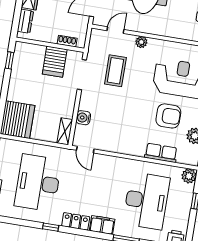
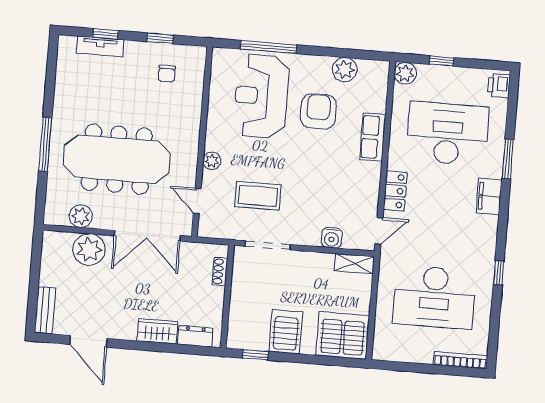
server rack: (55, 62) -> (286, 332), moved, turned -90
row of seats: (161, 153) -> (373, 137), moved
locker: (76, 221) -> (395, 191), moved, turned 180

